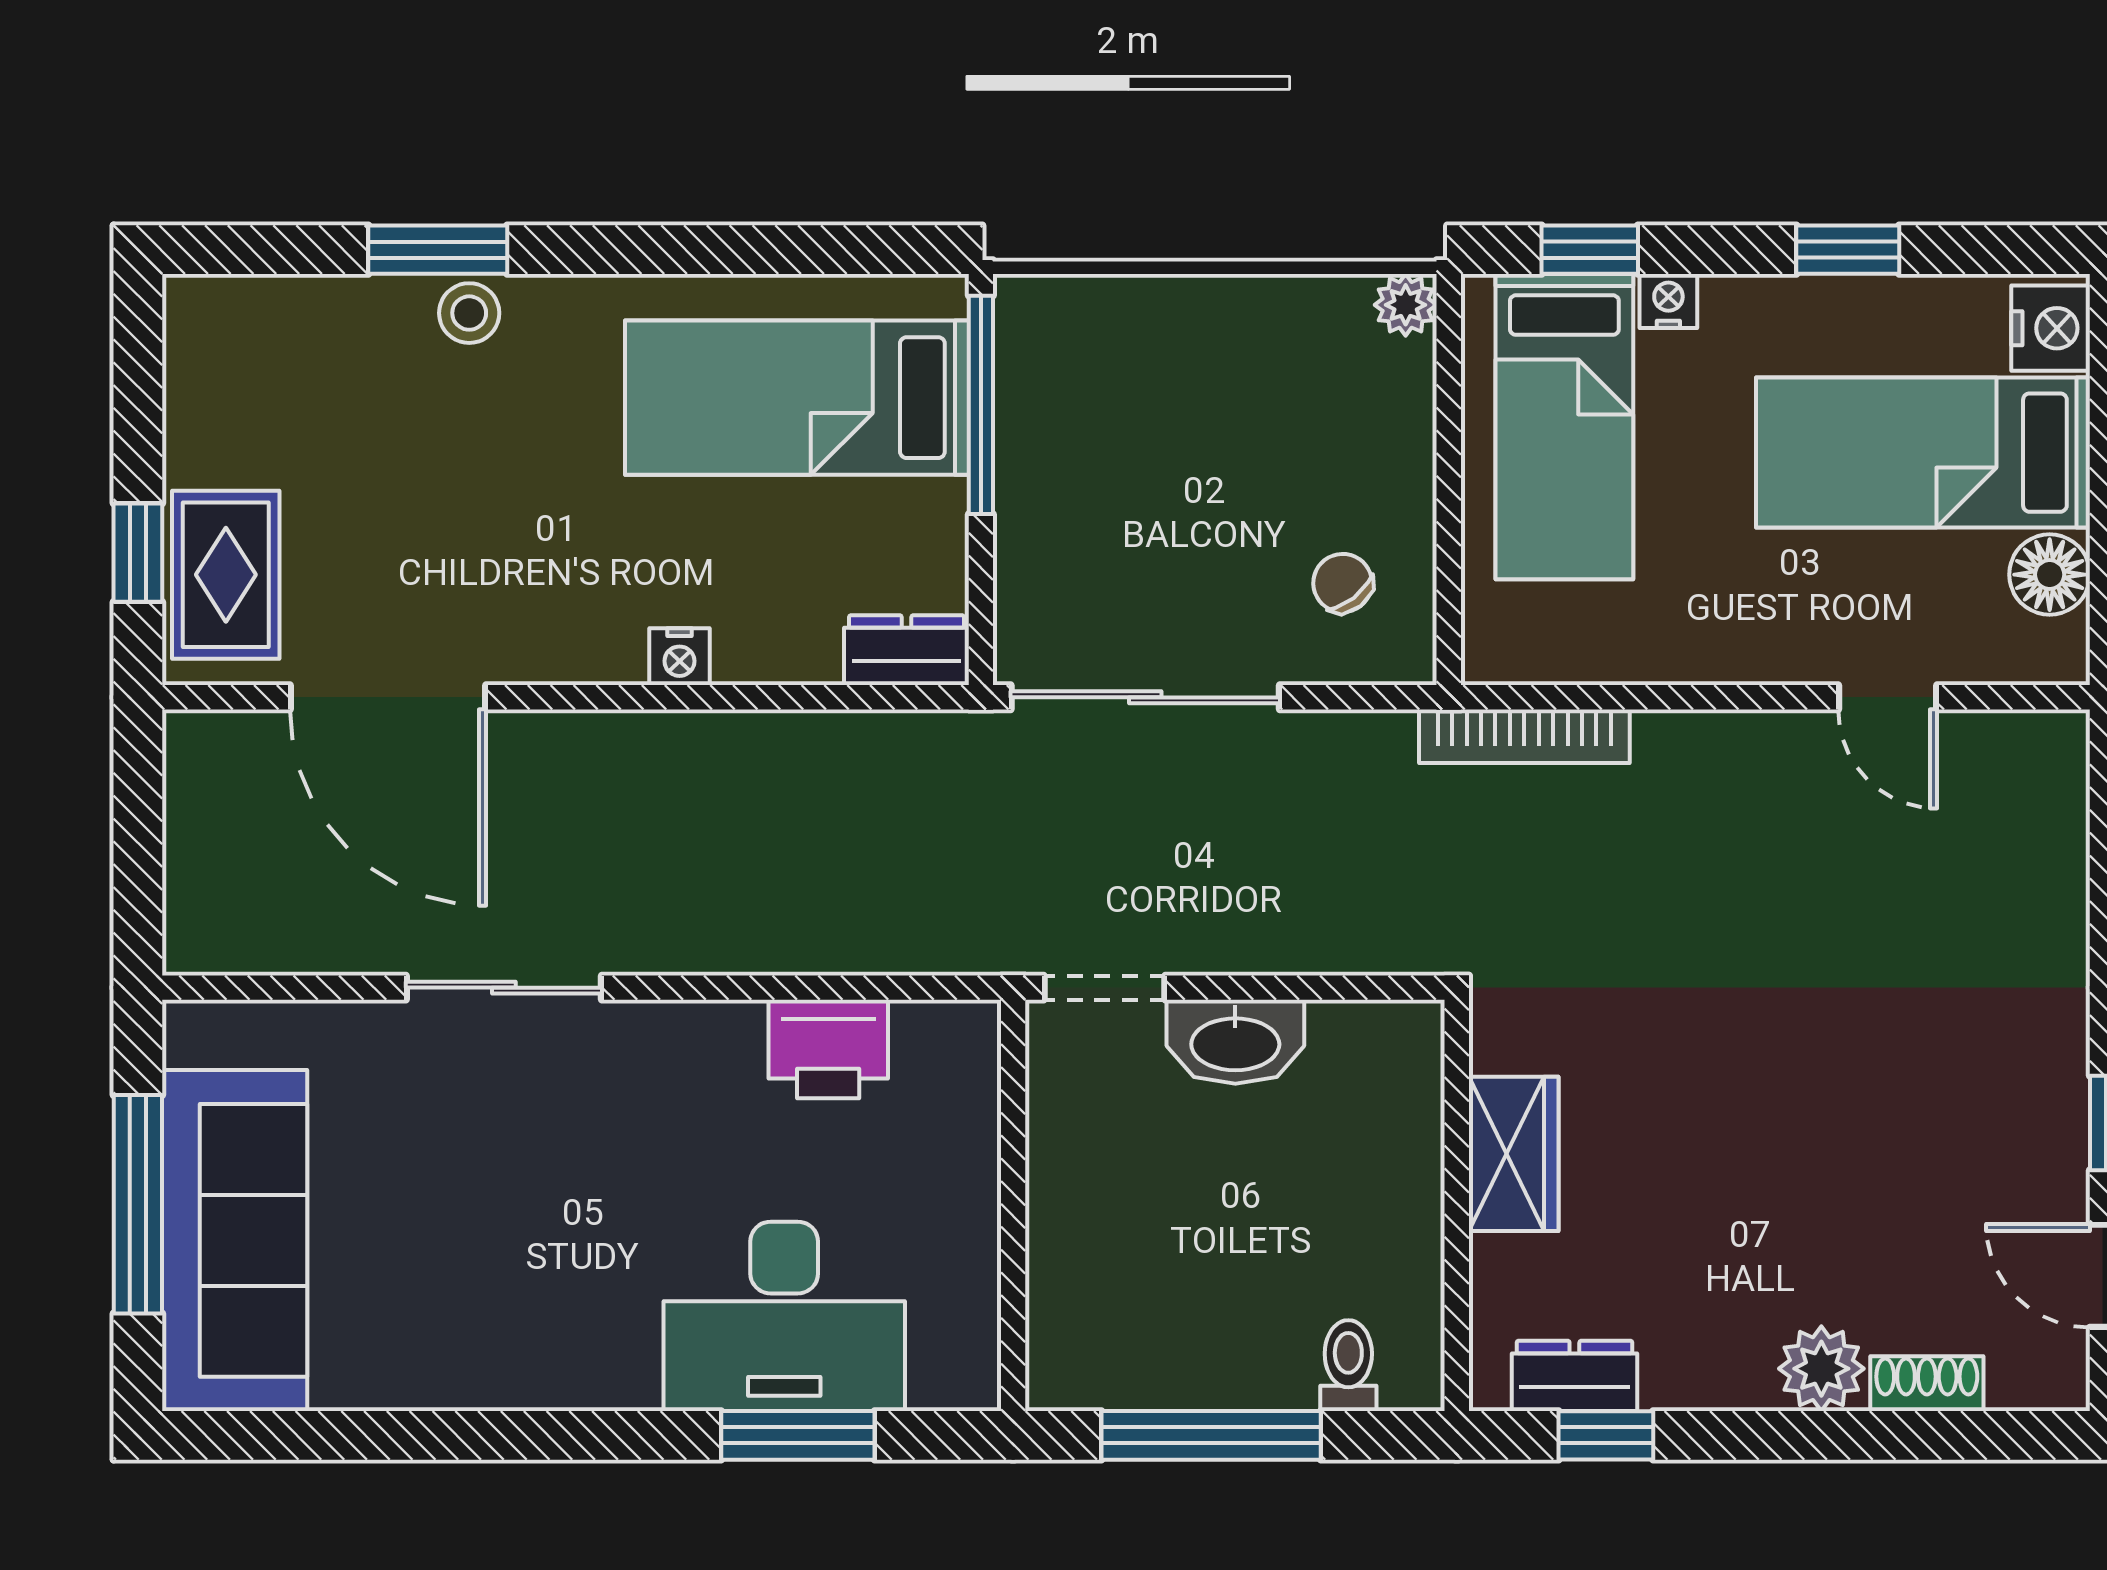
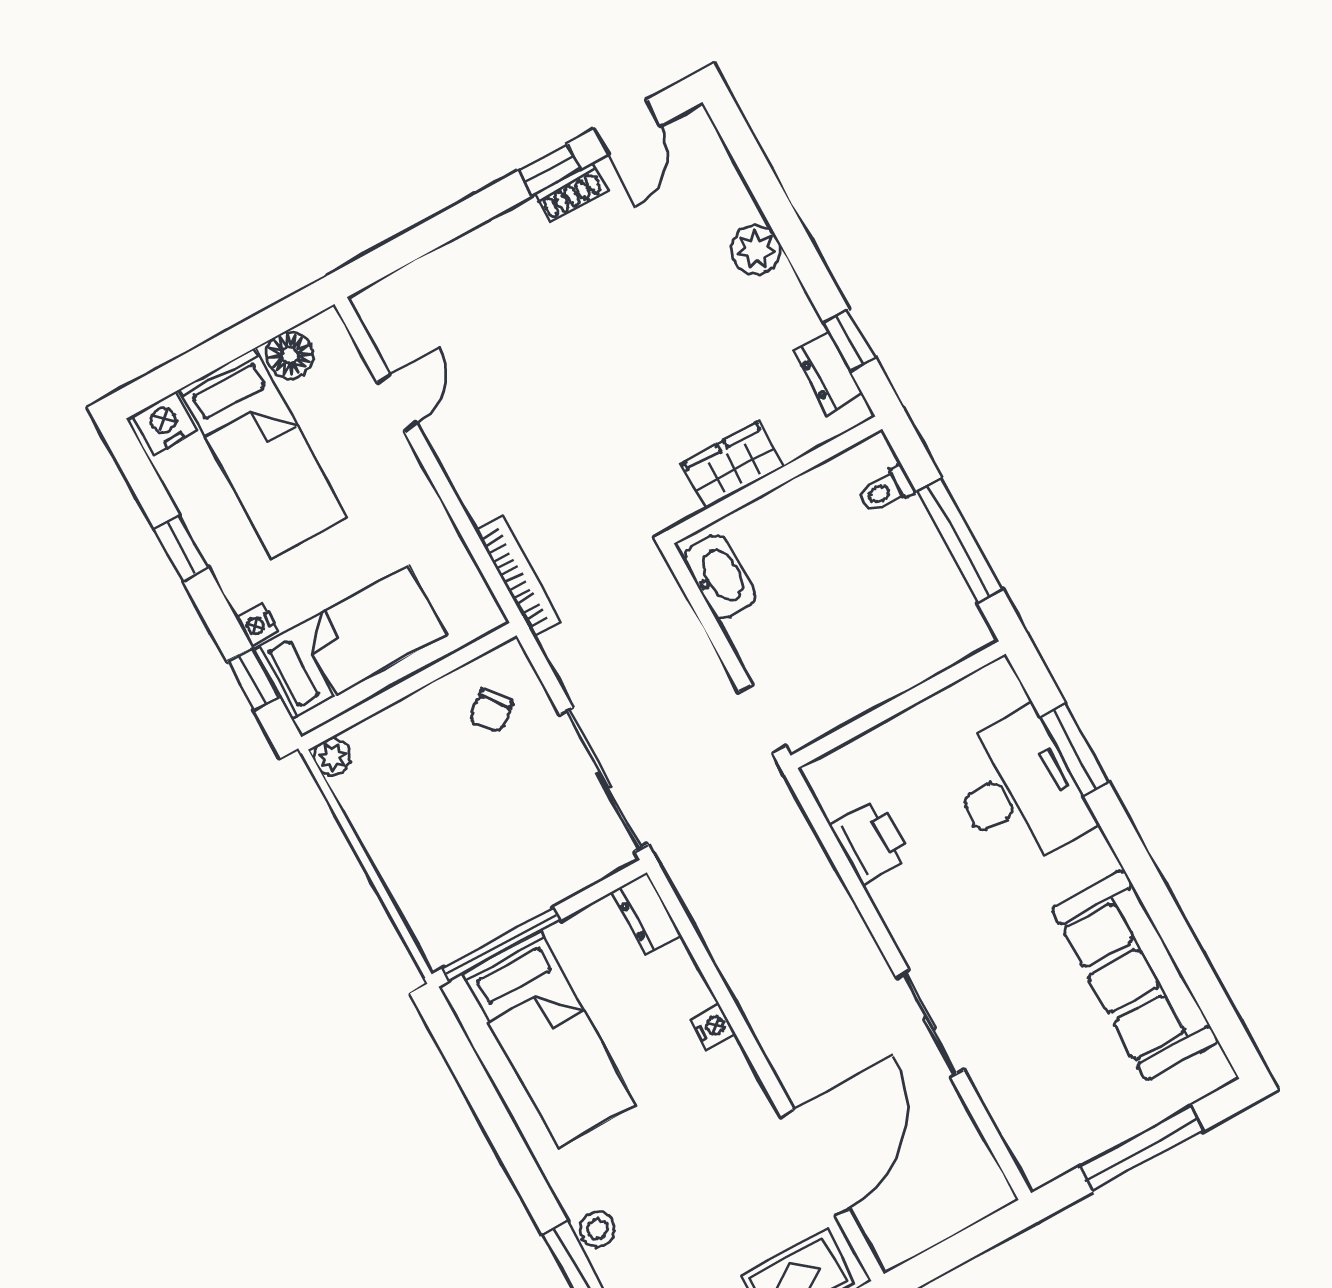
washbasin: (1235, 1042) -> (720, 576), moved
sofa: (235, 1240) -> (1135, 975), moved, turned -90
shoe rack: (1927, 1384) -> (570, 192), moved, turned -90

